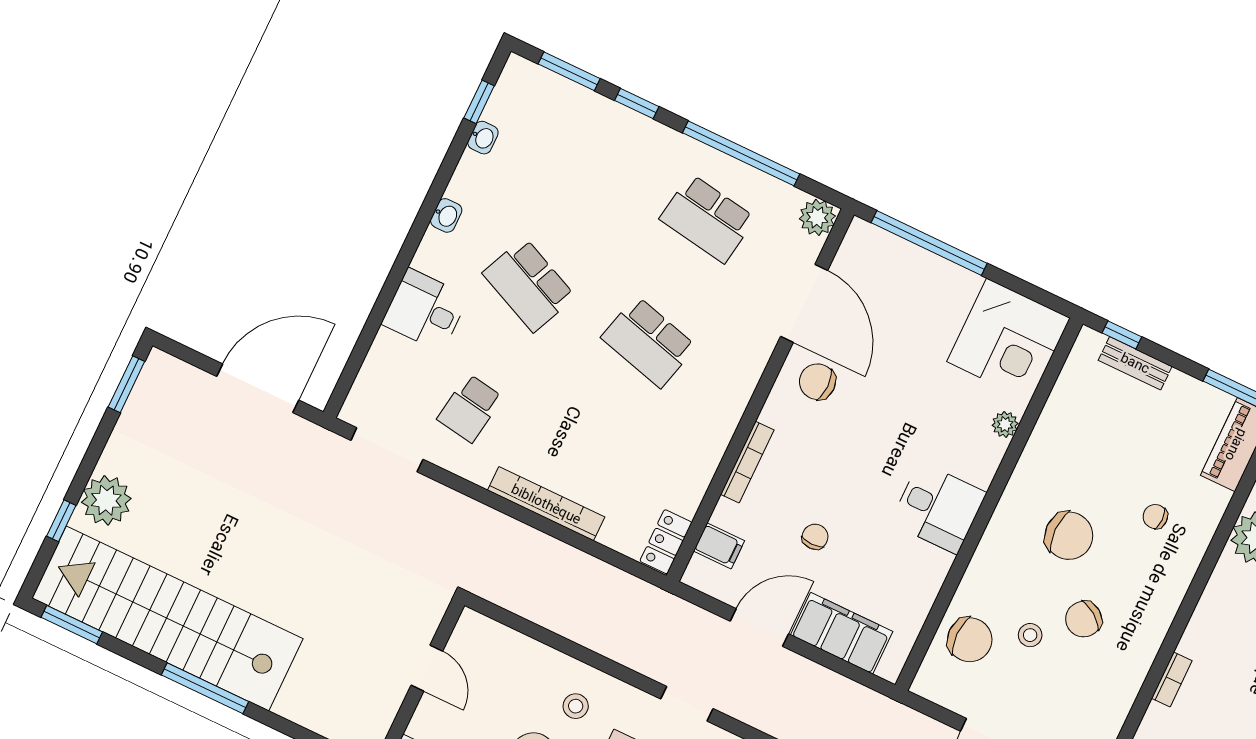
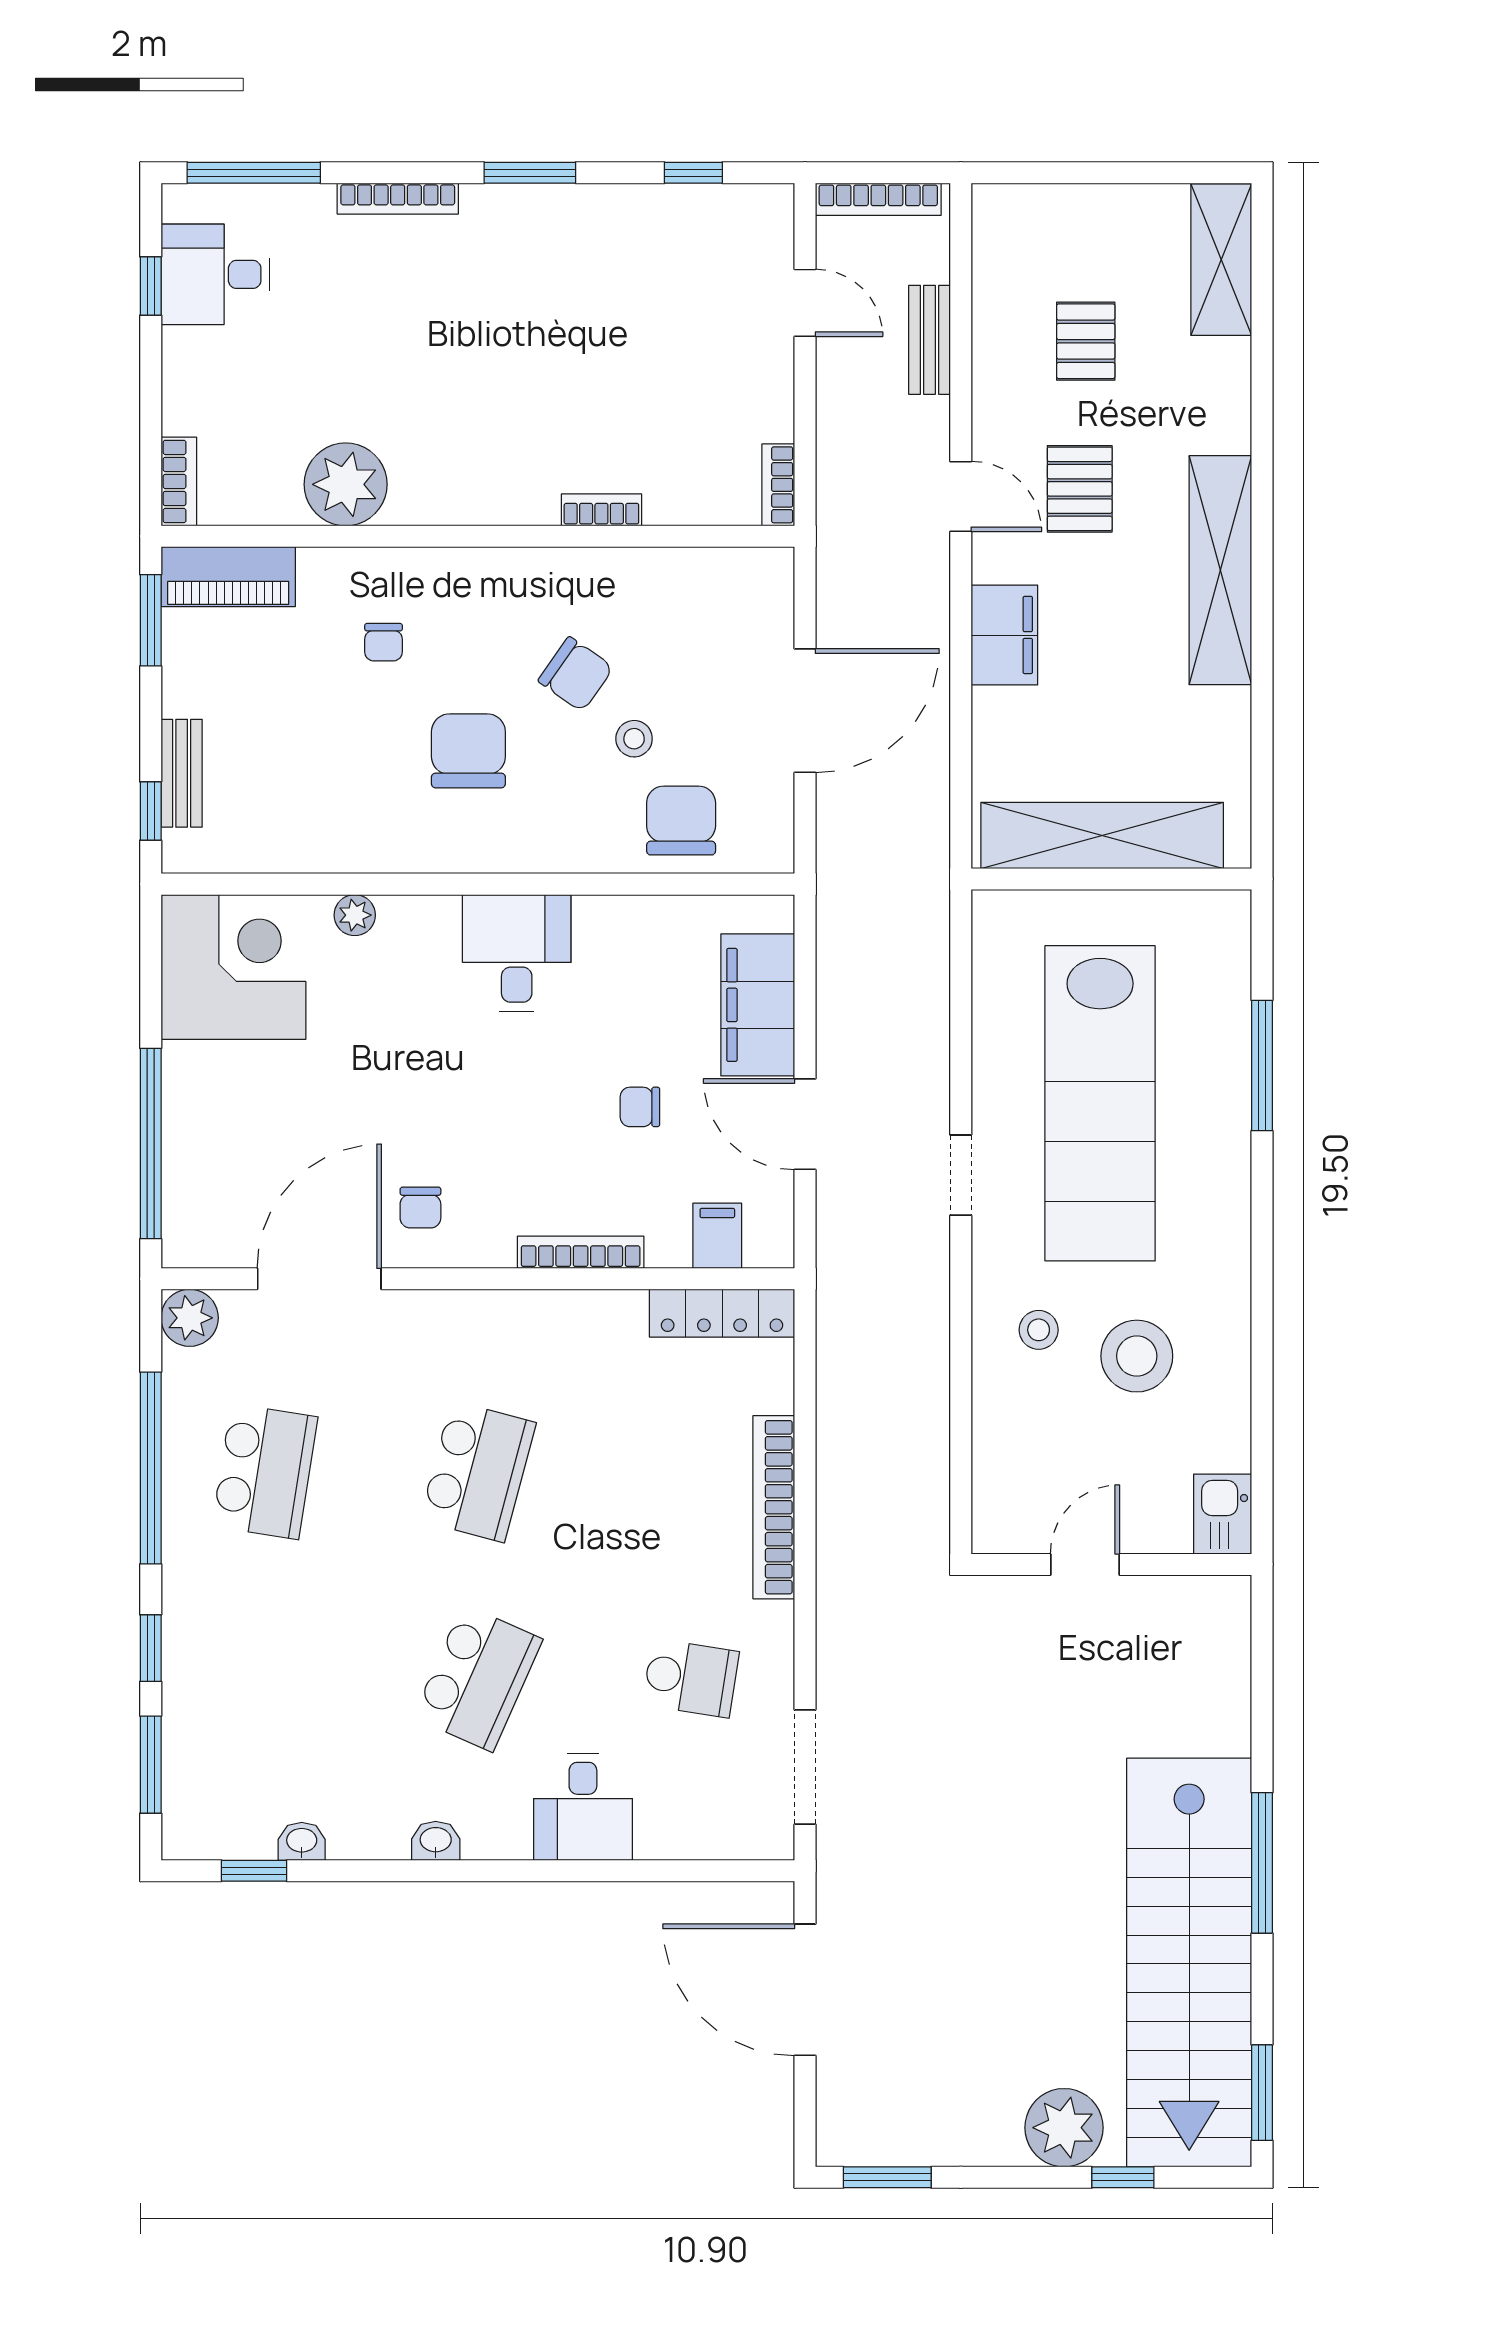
chair: (817, 382) -> (420, 1207), width x0.73, depth x0.73
locker: (666, 542) -> (722, 1313), width x1.53

